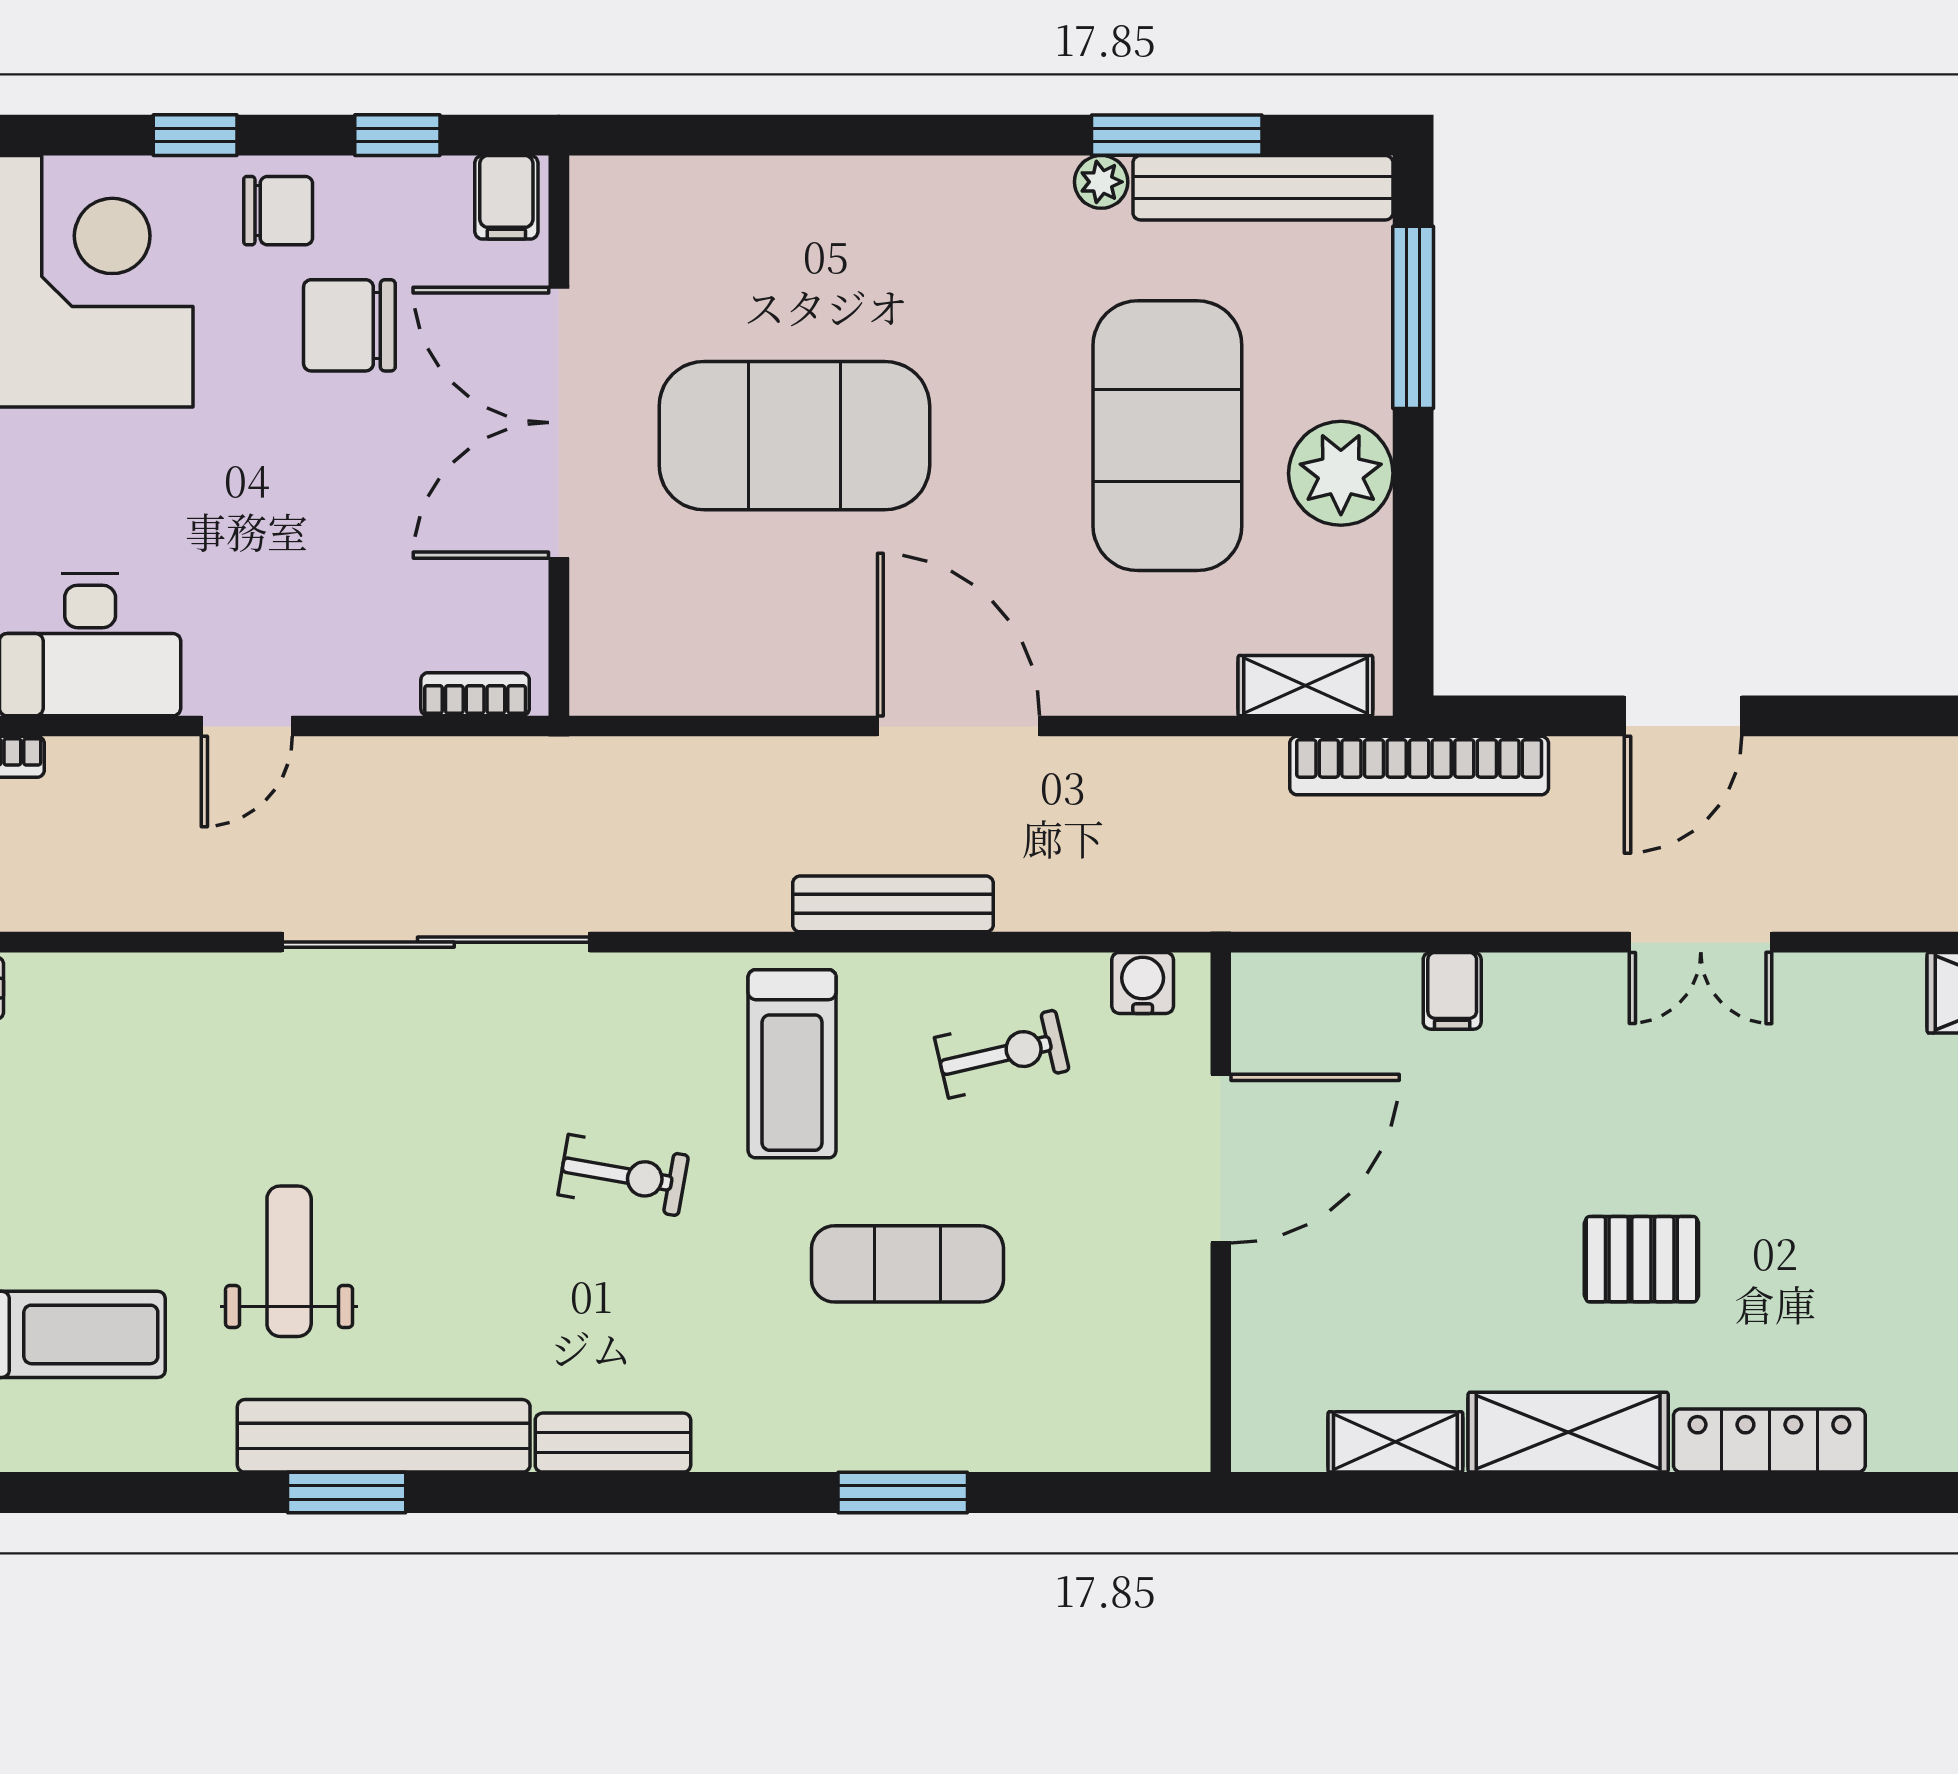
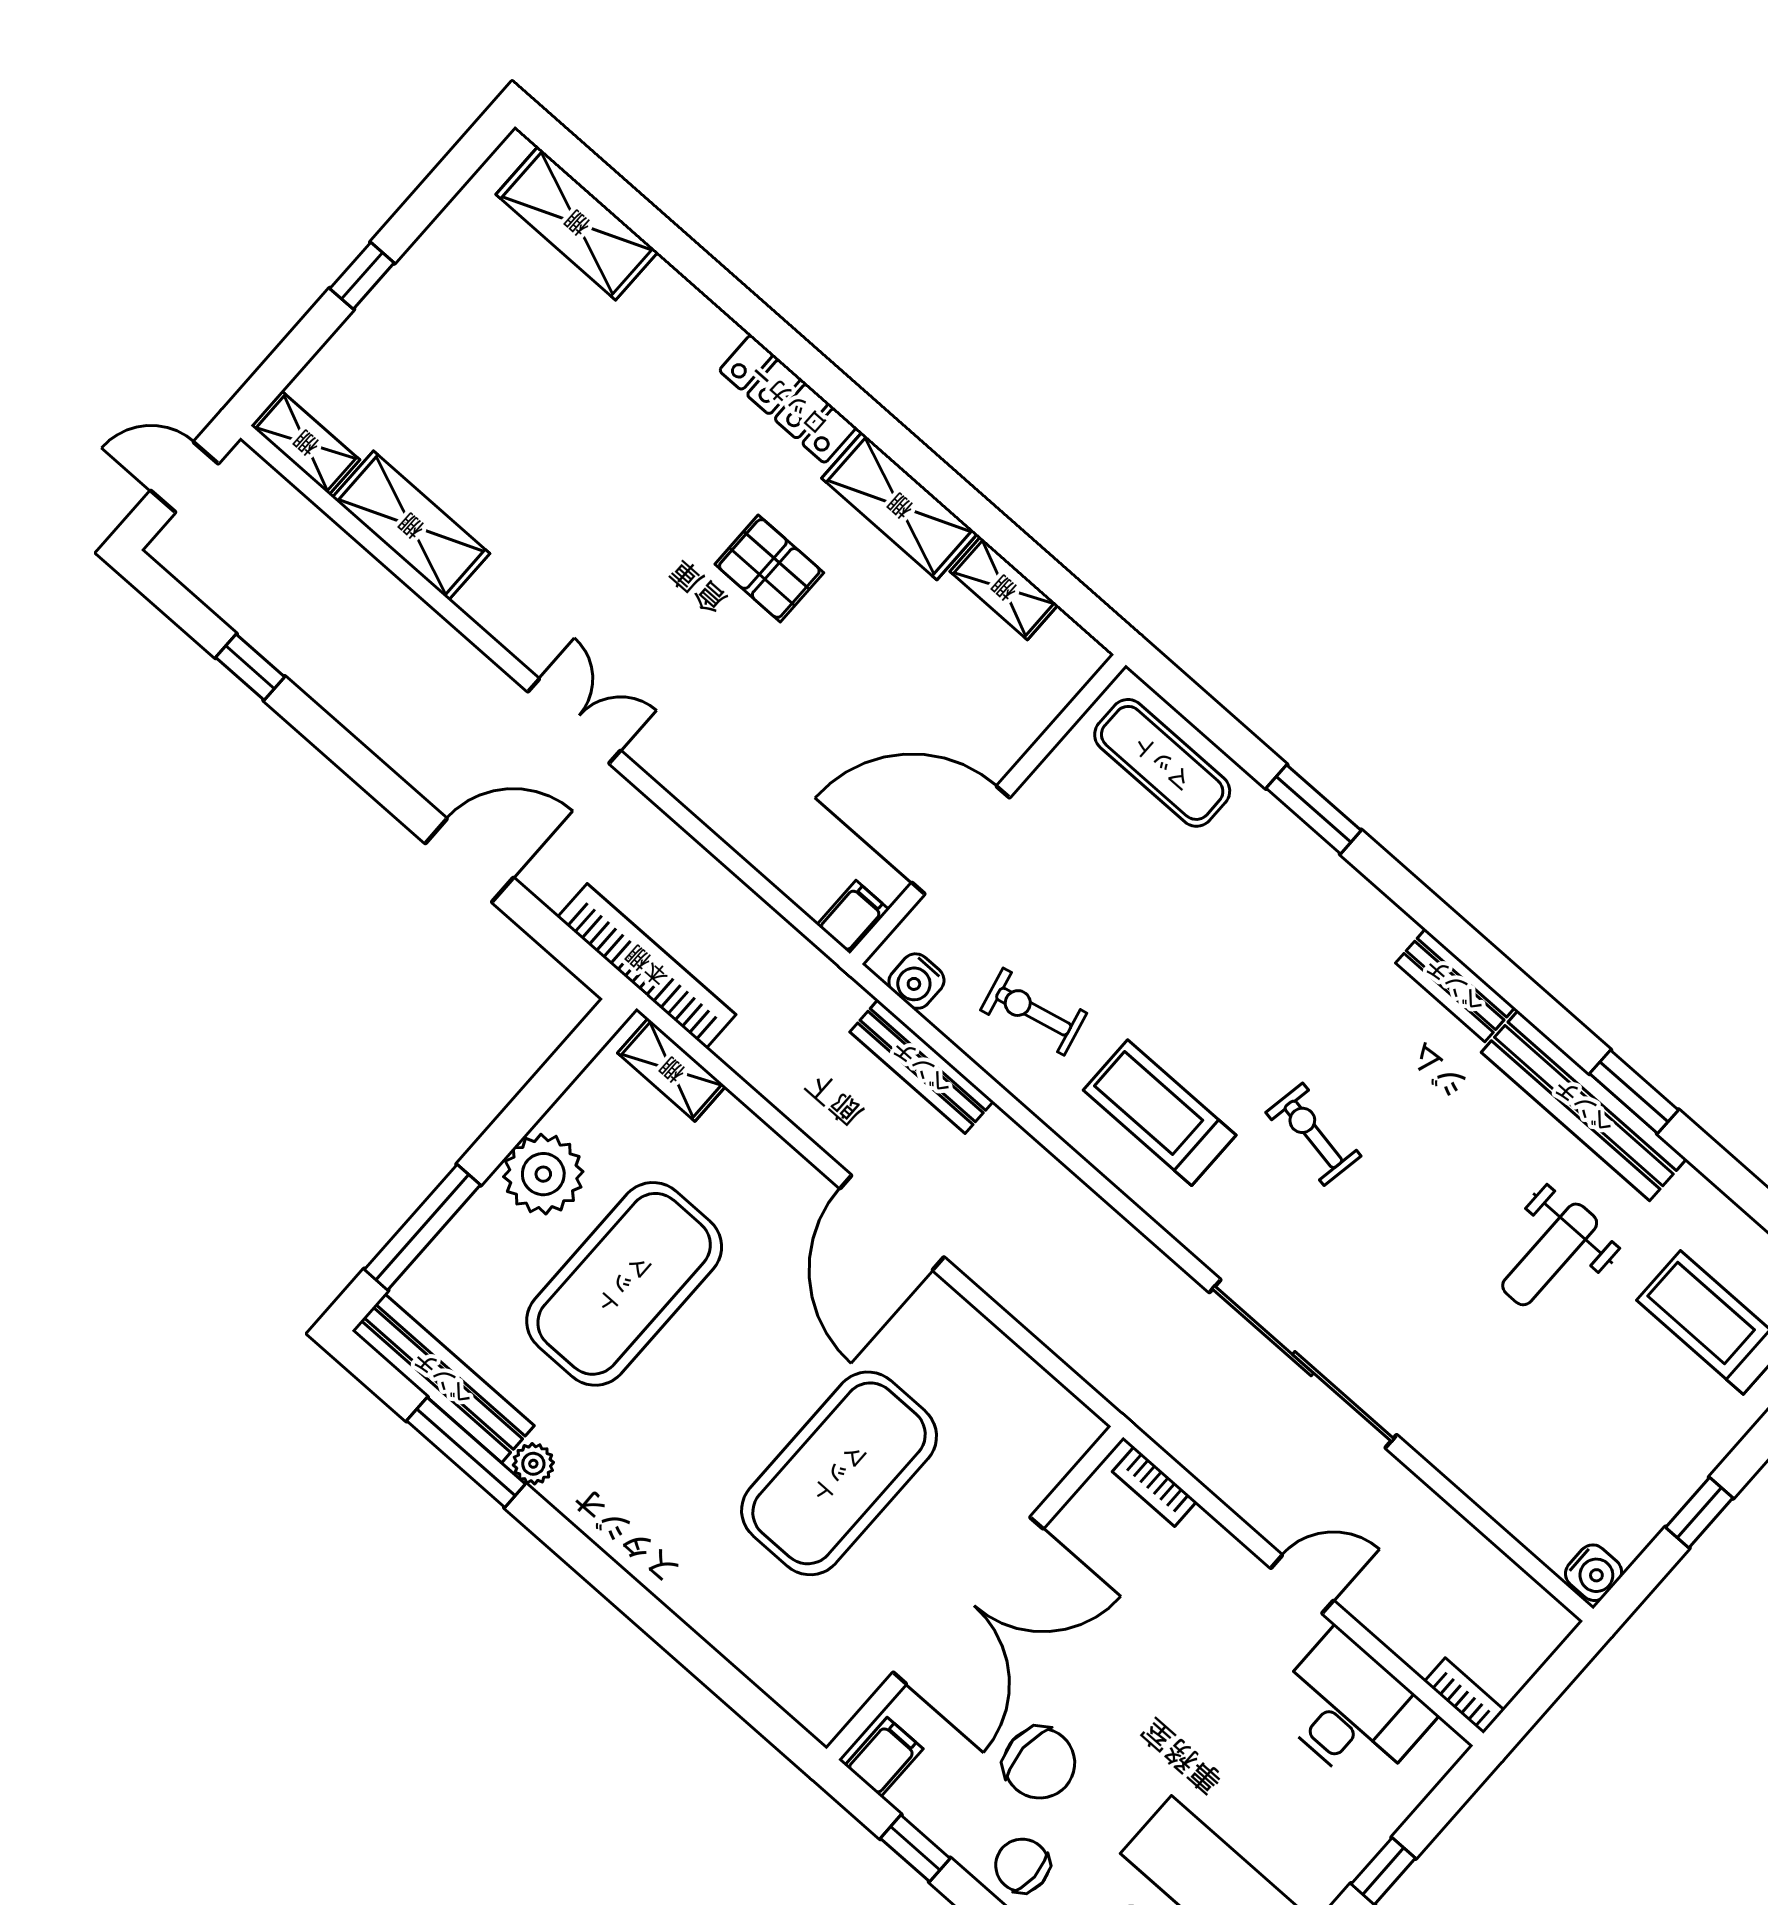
exercise mat: (794, 436) -> (839, 1473), turned 90
bench: (893, 904) -> (922, 1067), moved
filing cabinet: (1452, 991) -> (853, 917), moved
treadmill: (792, 1064) -> (1160, 1113), turned -90
exercise mat: (907, 1264) -> (1162, 763), moved

